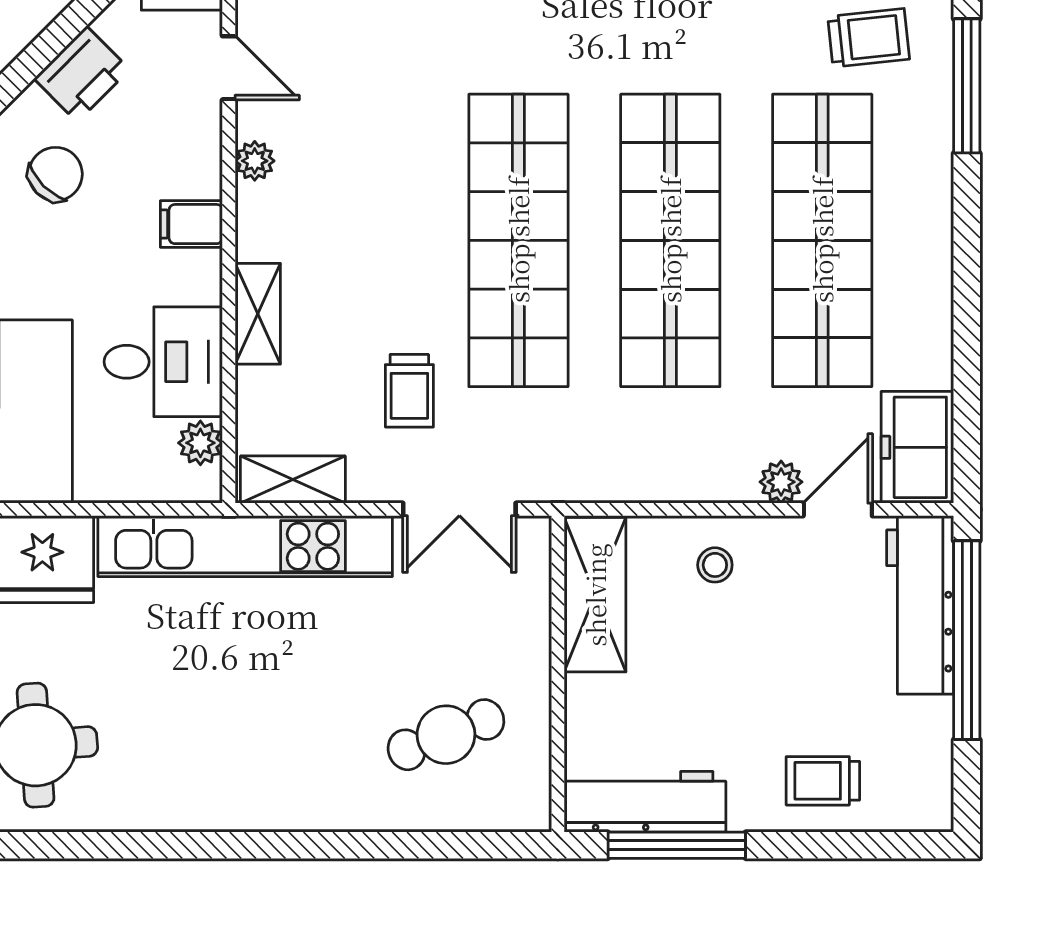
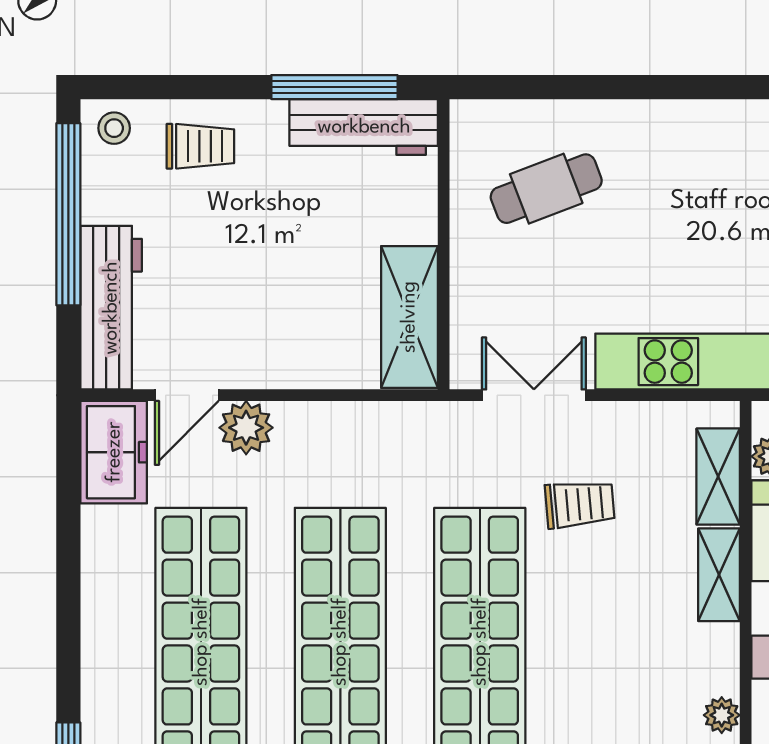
trolley: (409, 391) -> (580, 504), turned 85
shelving: (293, 480) -> (718, 477), moved, turned 90
plant: (781, 482) -> (246, 428), width x1.38, depth x1.38
stool: (715, 565) -> (114, 128), moved
window: (967, 640) -> (68, 214), moved

